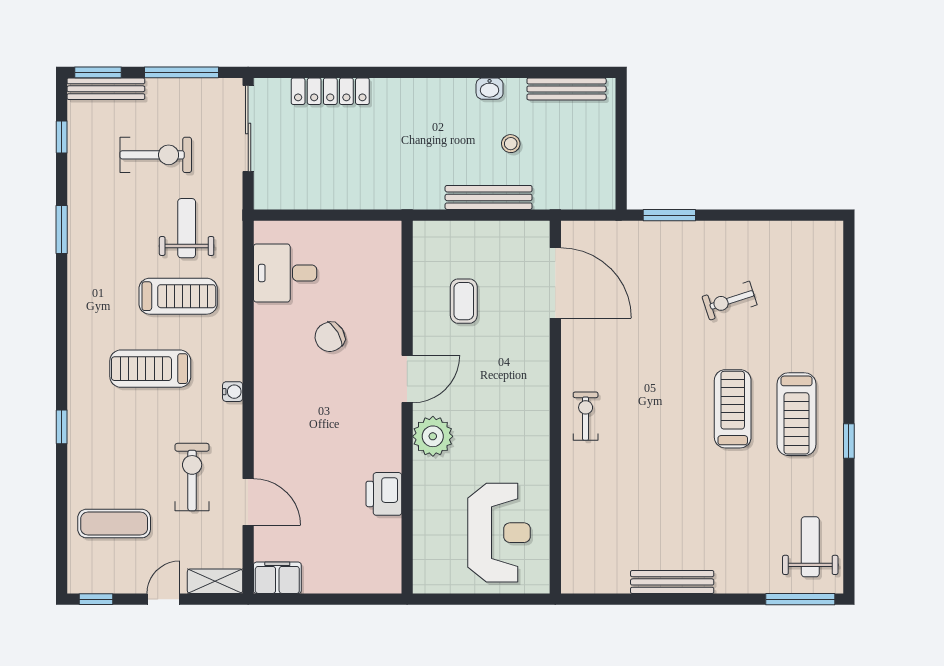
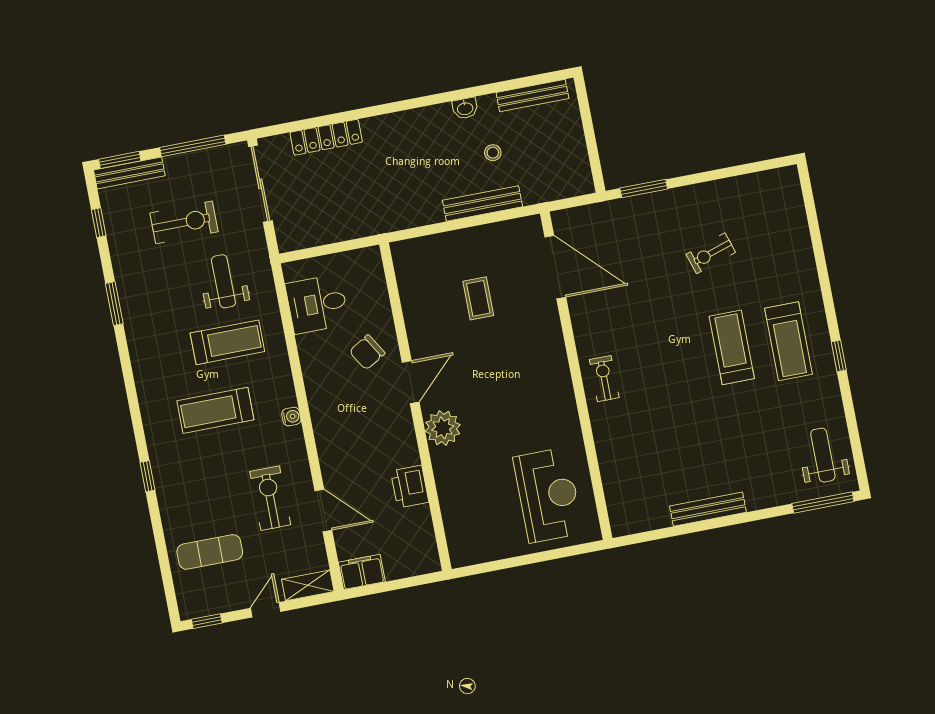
door: (407, 379) -> (411, 382), moved
wall: (407, 407) -> (415, 407), moved
plant: (433, 436) -> (443, 428), moved
printer: (384, 494) -> (410, 487), moved

